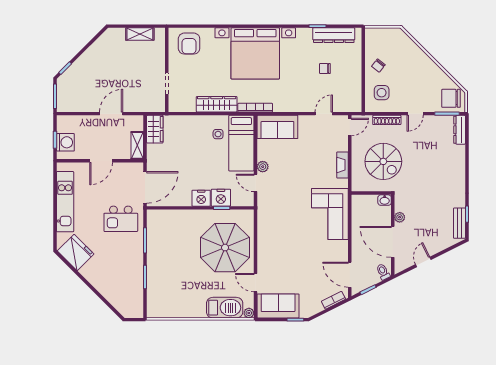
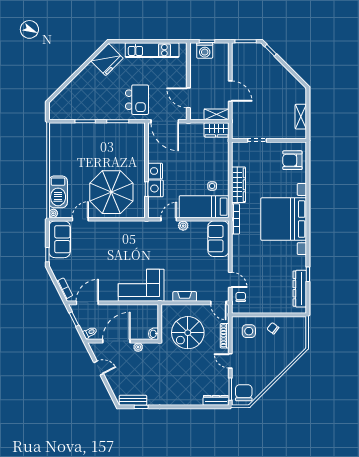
chair: (325, 69) -> (241, 297), moved
shelving: (137, 145) -> (216, 114), moved
door: (101, 161) -> (188, 98), moved
kitchen island: (121, 219) -> (137, 100), turned 180

